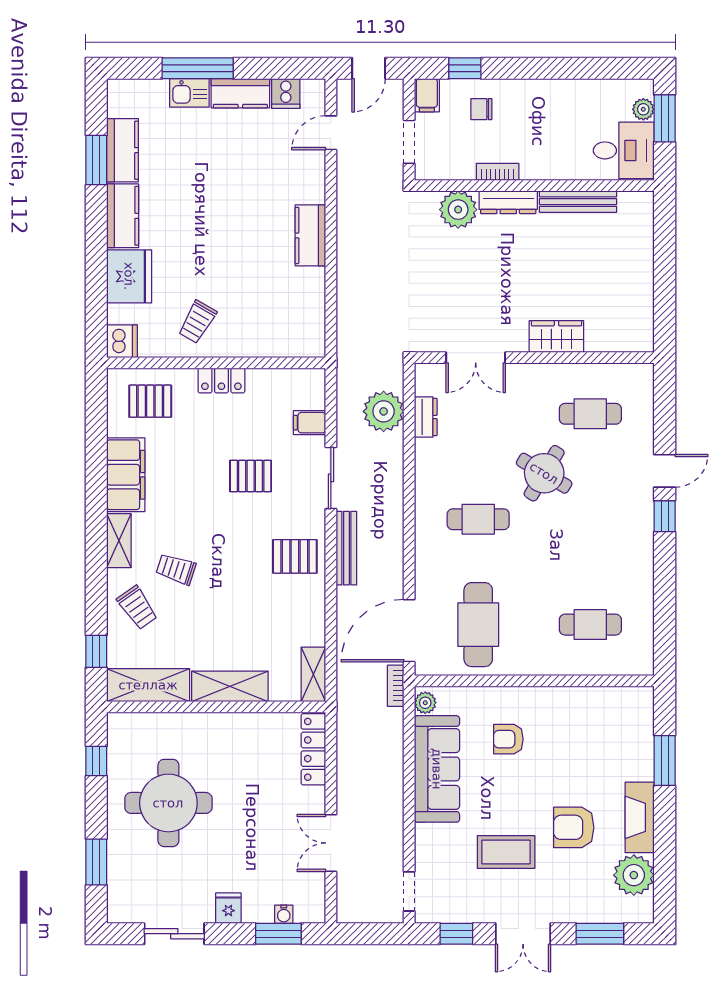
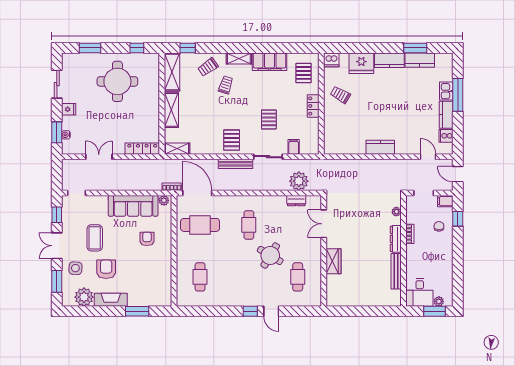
plant: (458, 210) -> (396, 212), width x0.53, depth x0.53
side table: (572, 894) -> (75, 268), added

